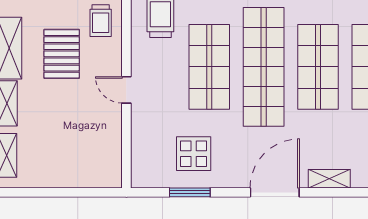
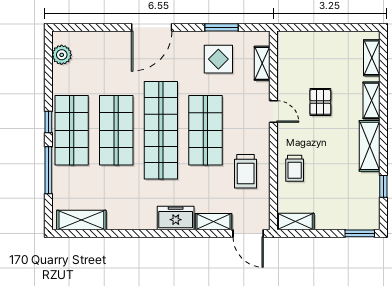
trolley: (101, 21) -> (295, 168), turned 180
pallet: (62, 54) -> (320, 102), moved, width x0.67, depth x0.71
shelving: (329, 179) -> (262, 63), moved, turned 90

